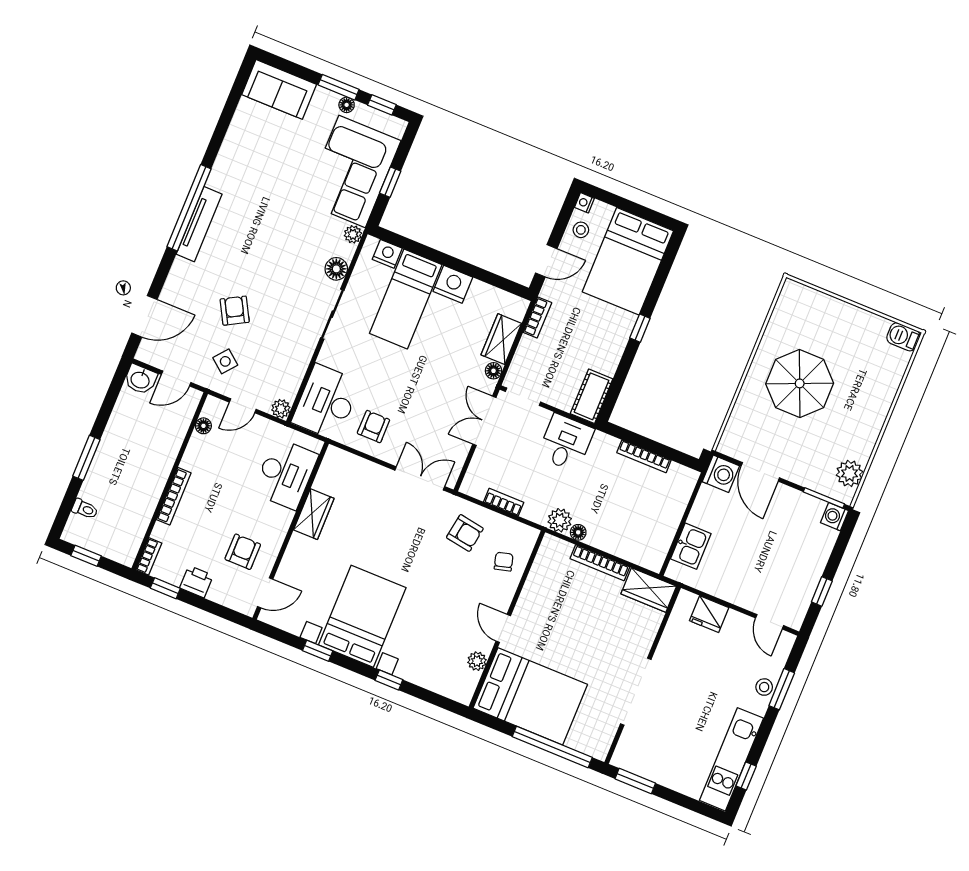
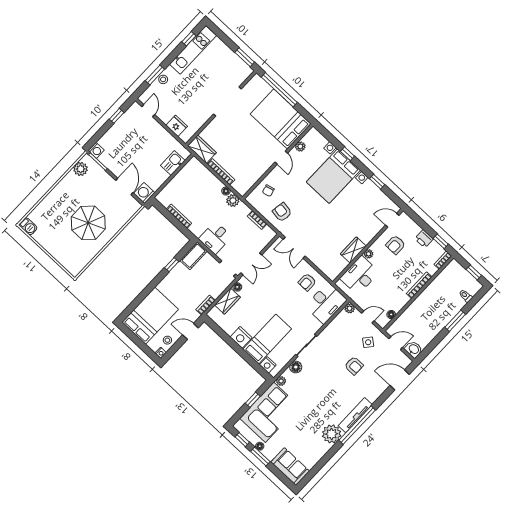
plant: (228, 175) -> (332, 434), added
armchair: (235, 311) -> (354, 366), turned -61
window: (640, 328) -> (172, 265), moved
plant: (284, 518) -> (369, 254), added
bed with nightstands: (362, 616) -> (333, 176), moved

